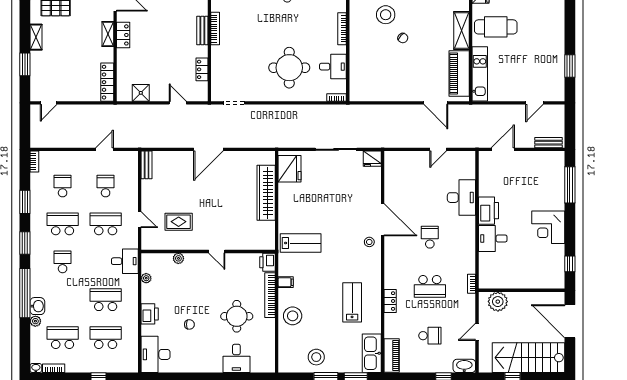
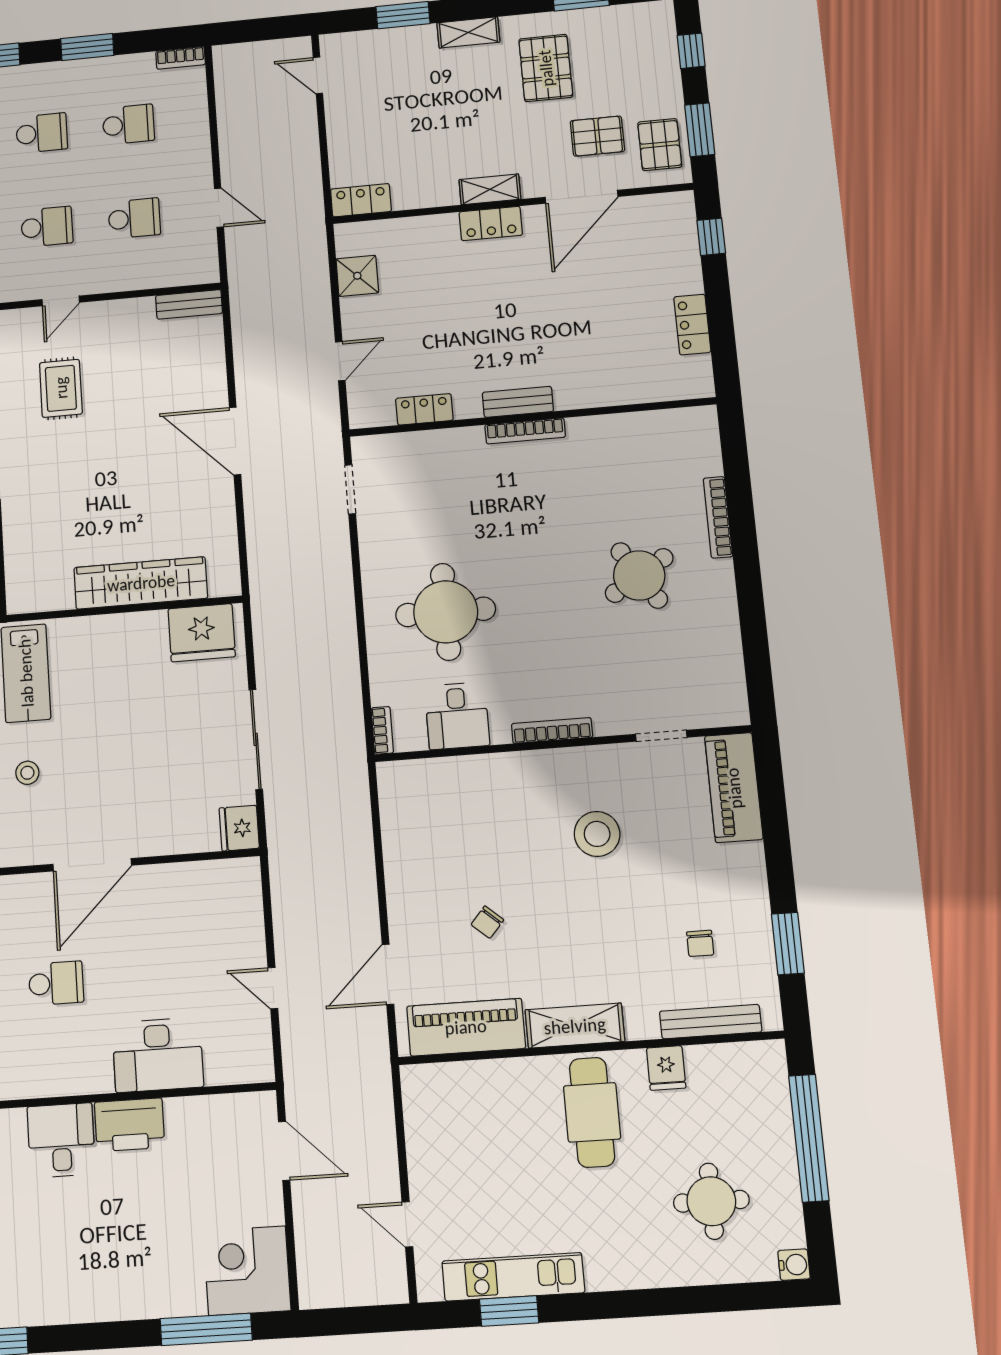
chair: (403, 38) -> (487, 922), moved
kitchen unit: (480, 74) -> (513, 1277), moved, turned 180
locker: (107, 82) -> (361, 200), width x0.66
bench: (549, 143) -> (309, 1268), removed
school desk: (63, 224) -> (42, 133), width x0.54
school desk: (106, 224) -> (47, 227), width x0.54
corner desk: (548, 227) -> (247, 1271), moved
stool: (369, 242) -> (27, 773), moved

